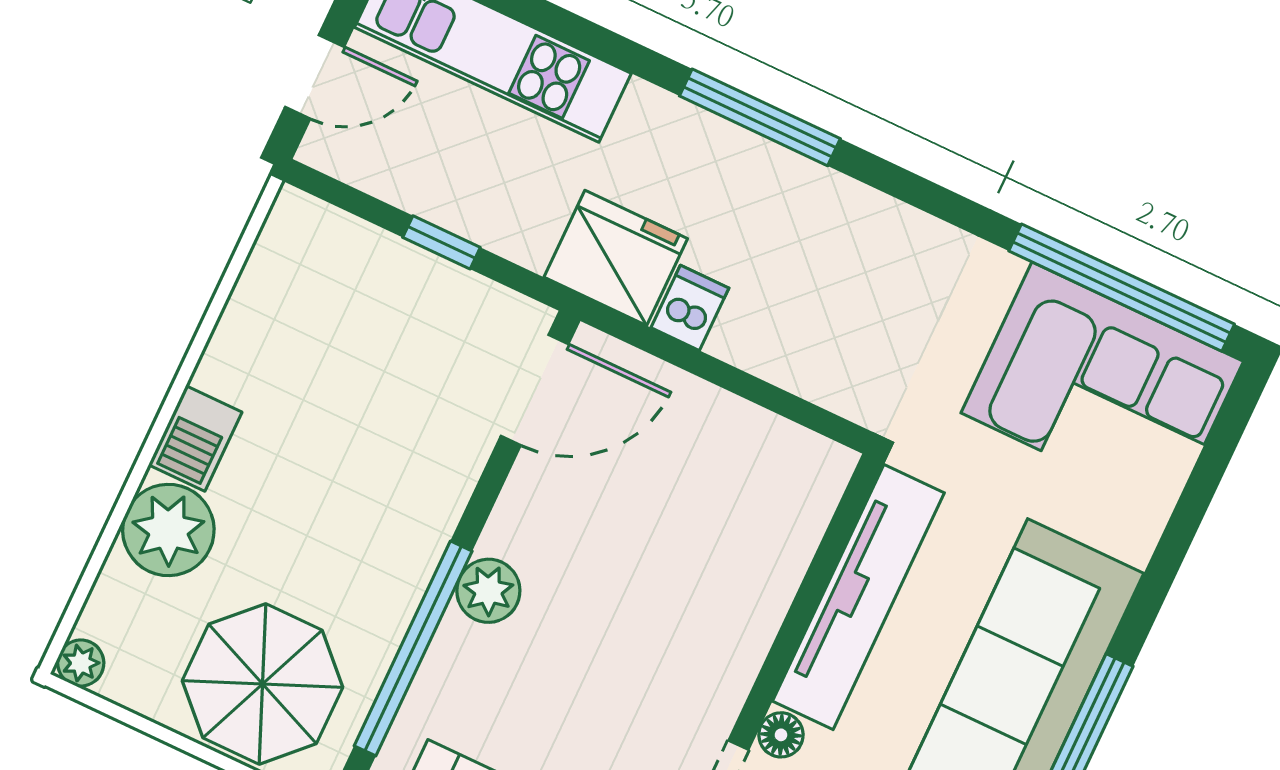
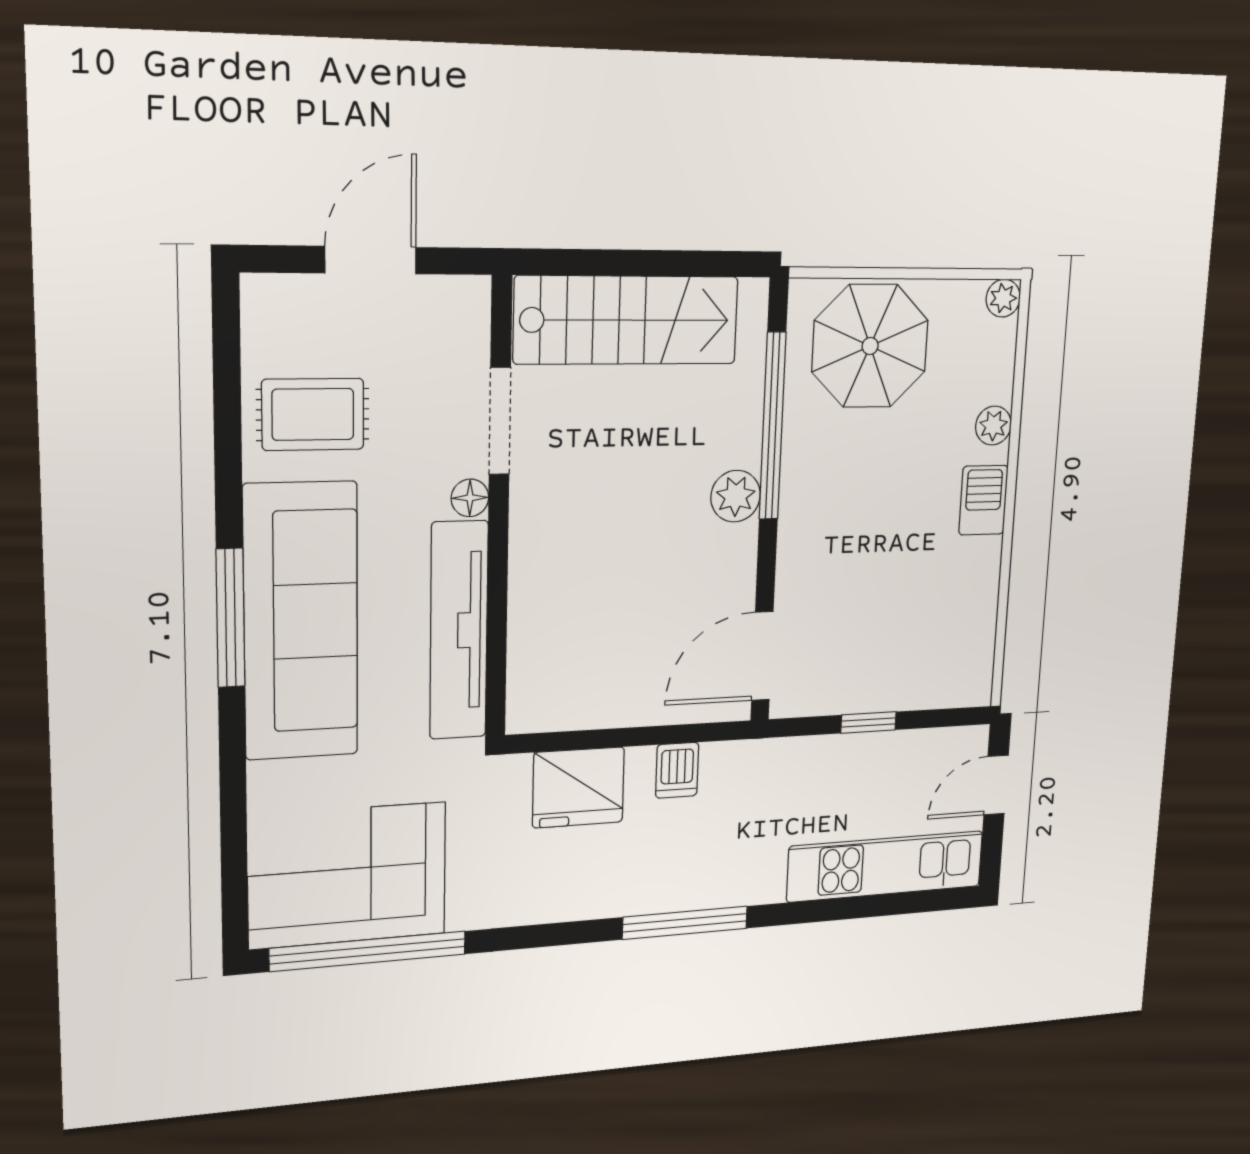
fridge: (616, 258) -> (578, 787), moved
plant: (168, 530) -> (993, 426), width x0.53, depth x0.53

